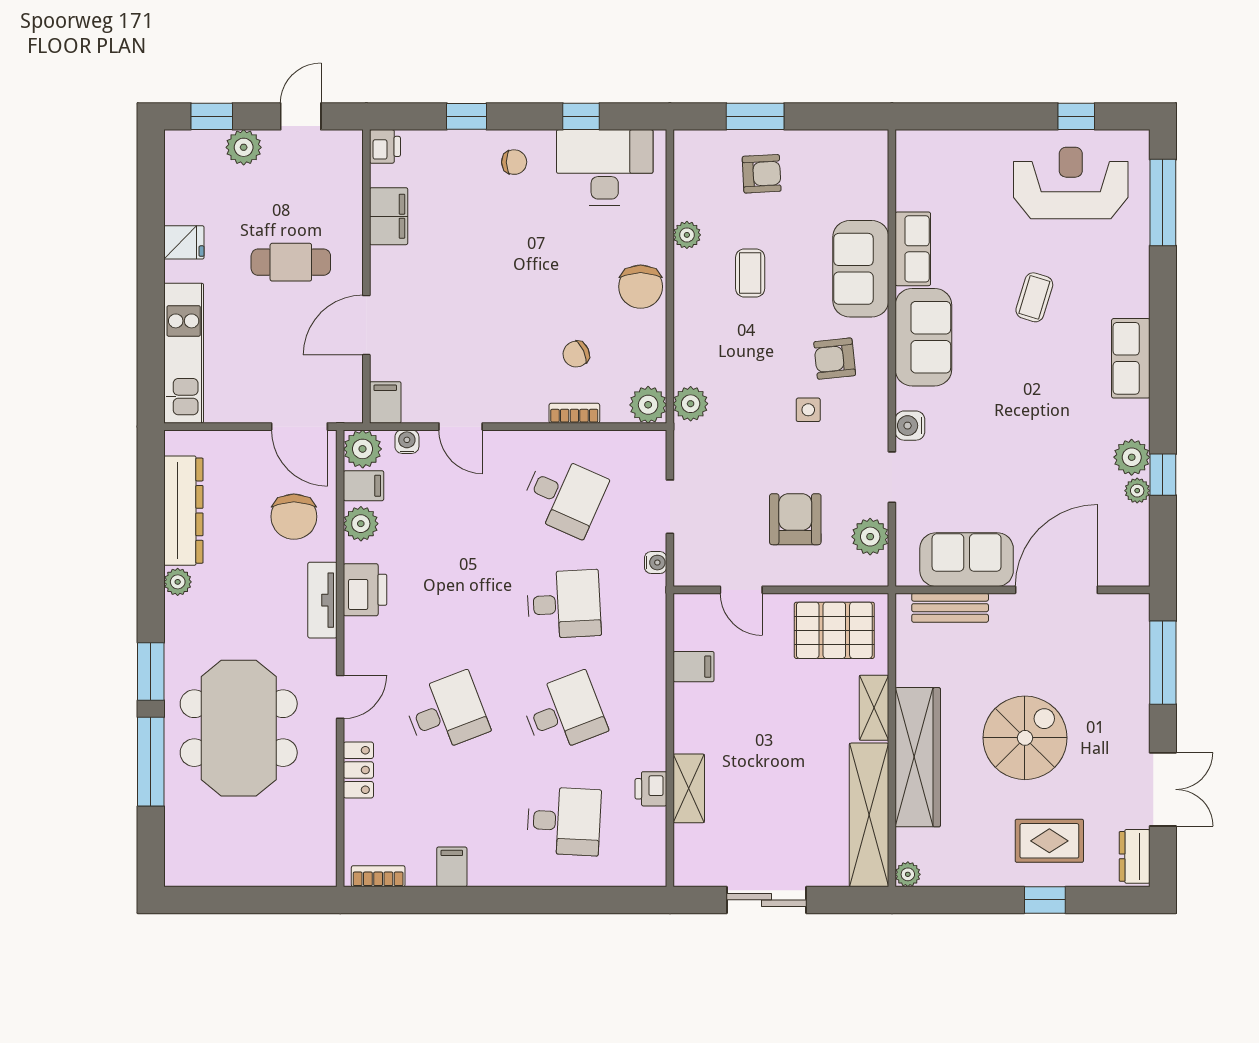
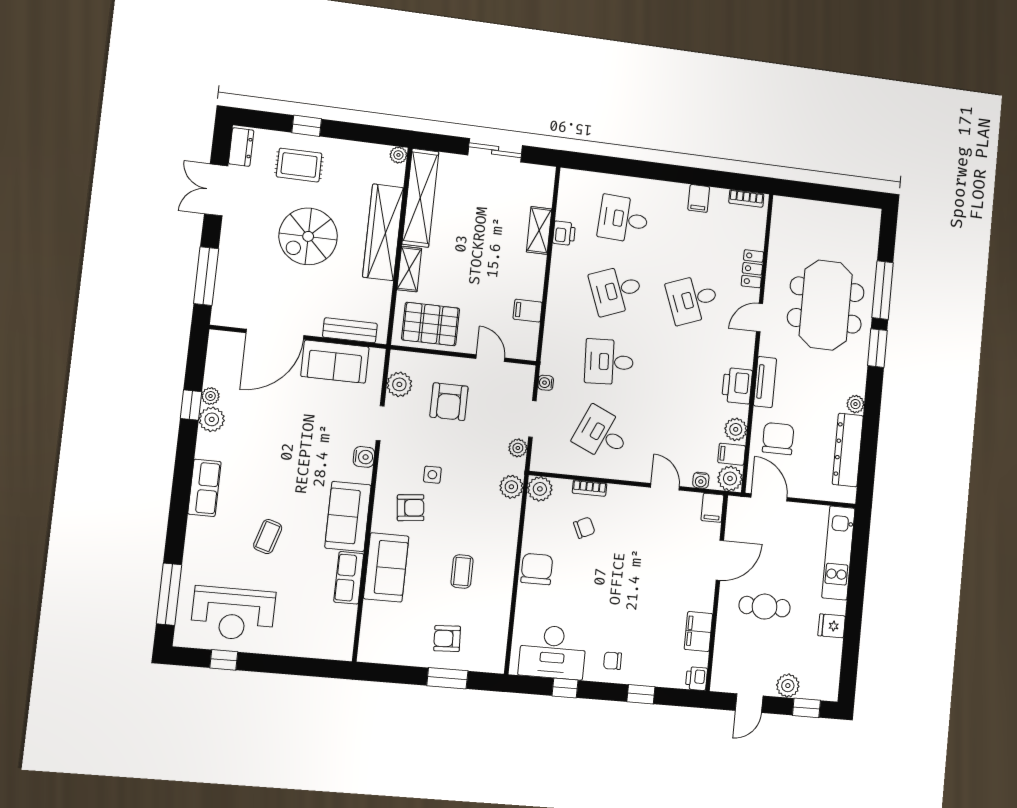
plant: (687, 235) -> (518, 448), moved

